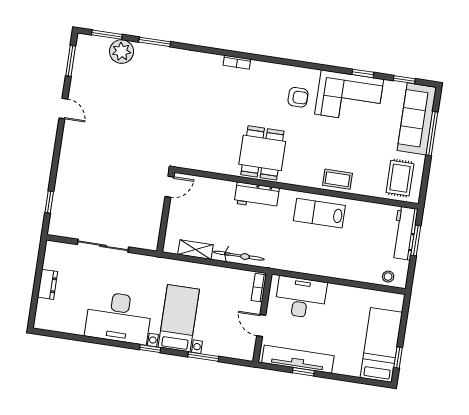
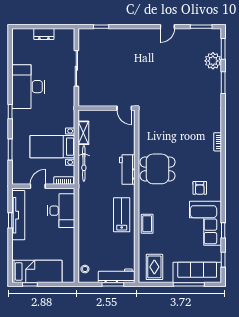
rug: (400, 178) -> (154, 267), turned 90
bed with nightstands: (179, 318) -> (52, 147), moved, turned 180

